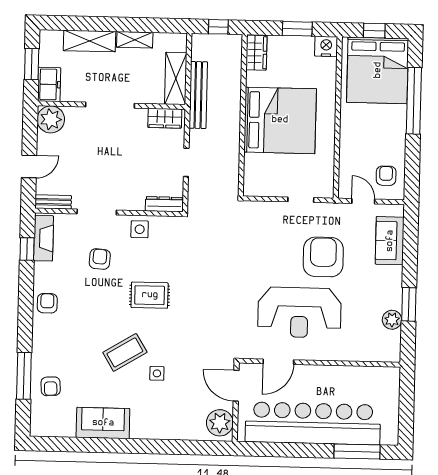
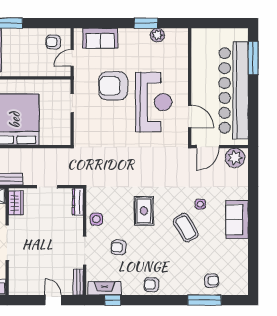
plant: (51, 119) -> (19, 285), removed
sofa: (103, 423) -> (237, 219), moved

